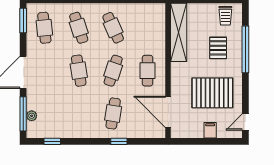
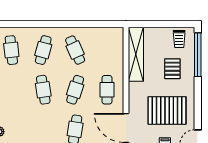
cafe table: (79, 28) -> (43, 50), turned 33
window: (245, 49) -> (198, 55), moved

